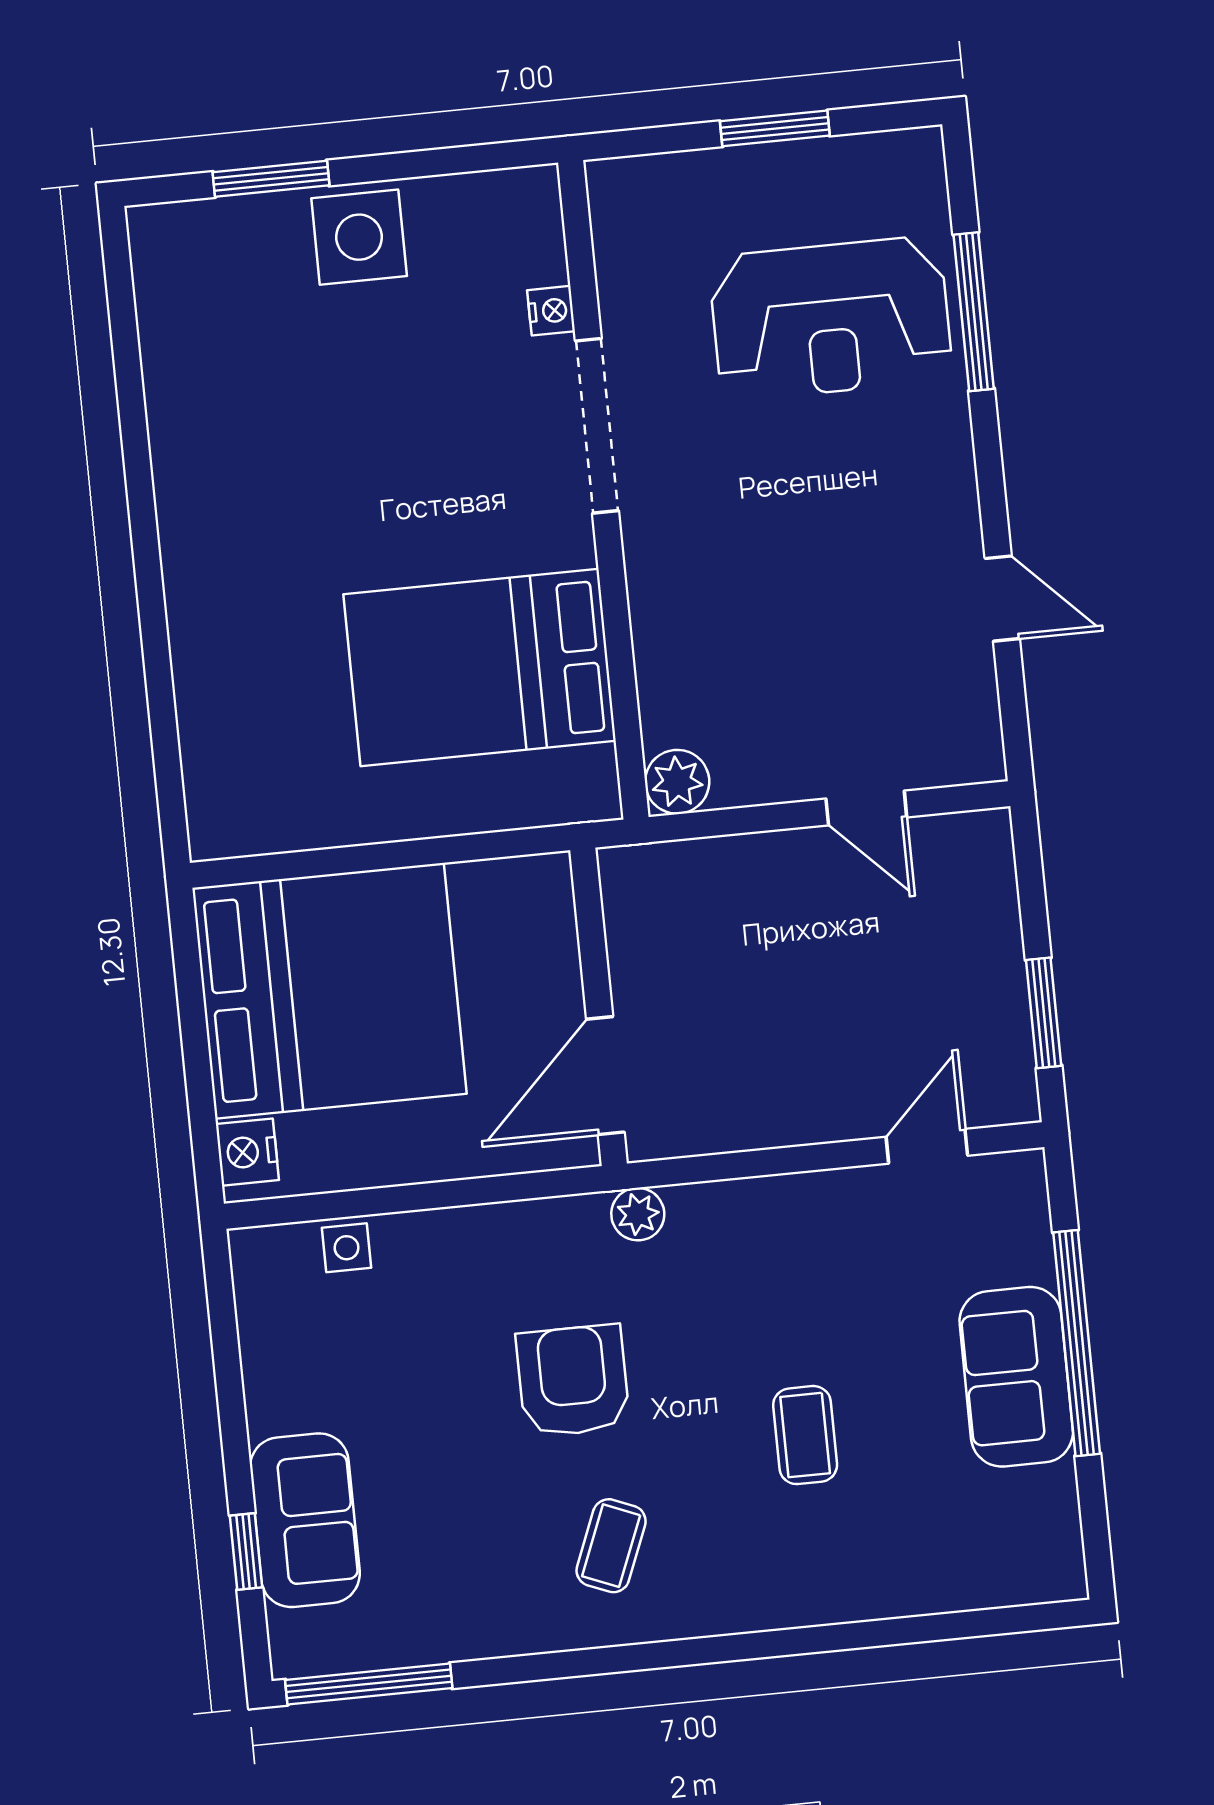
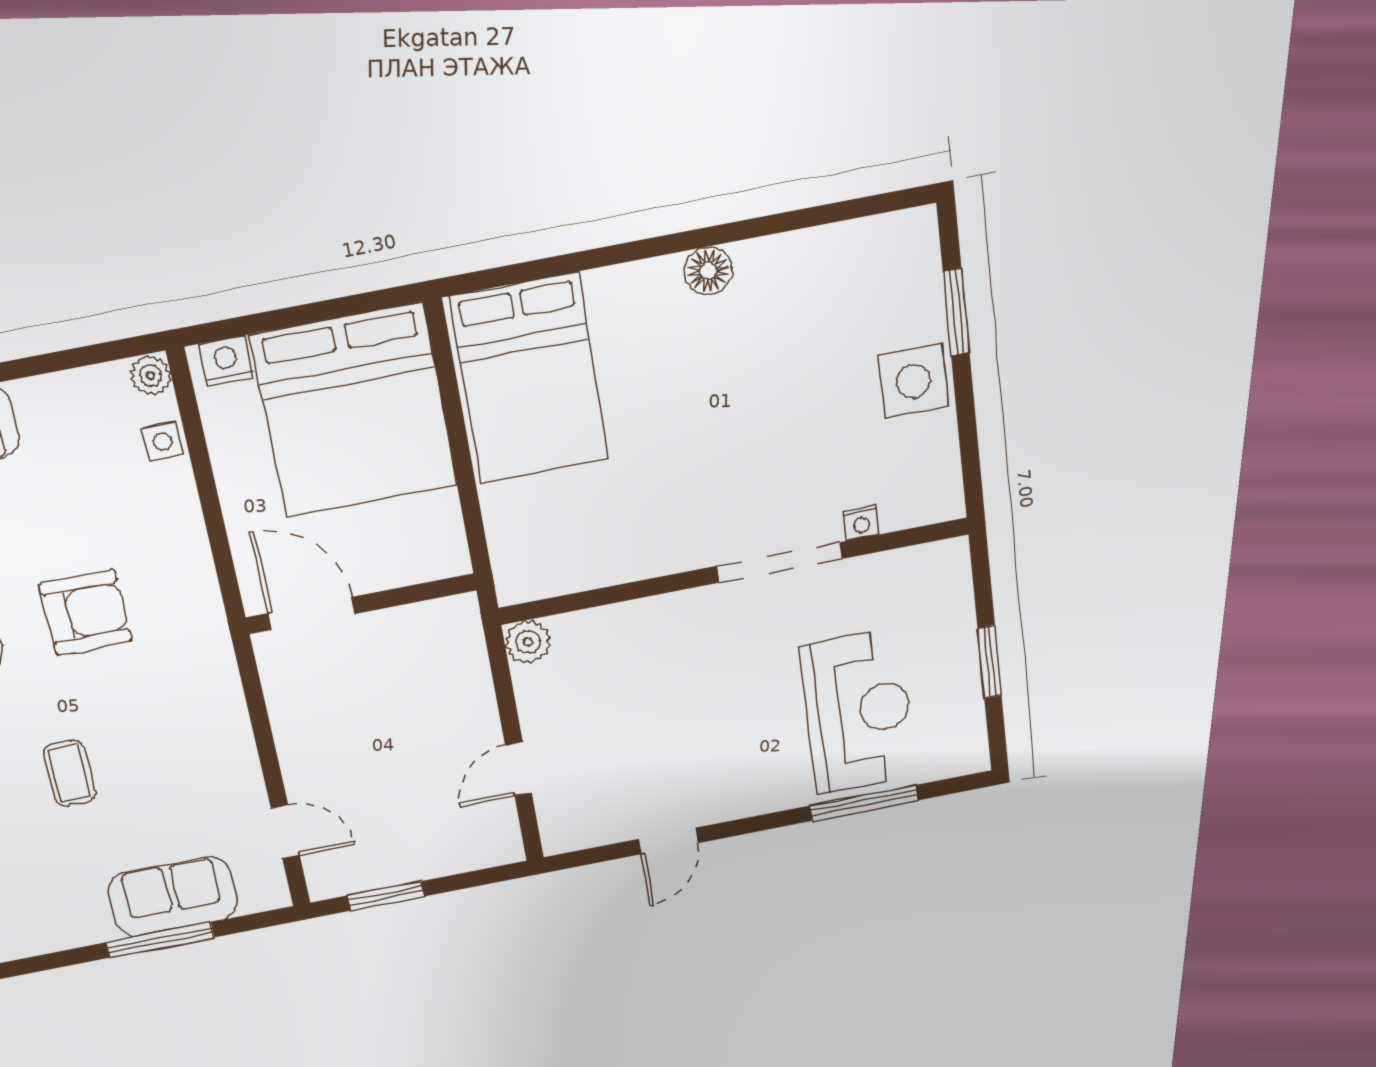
reception desk: (831, 318) -> (858, 712), turned 180
floor lamp: (186, 511) -> (708, 271), added
bed: (480, 668) -> (530, 379), moved, turned 180
plant: (638, 1214) -> (151, 376), moved
window: (1077, 1343) -> (160, 940), width x0.68
sofa: (1016, 1377) -> (173, 897), moved
coffee table: (805, 1435) -> (70, 773), turned 90

